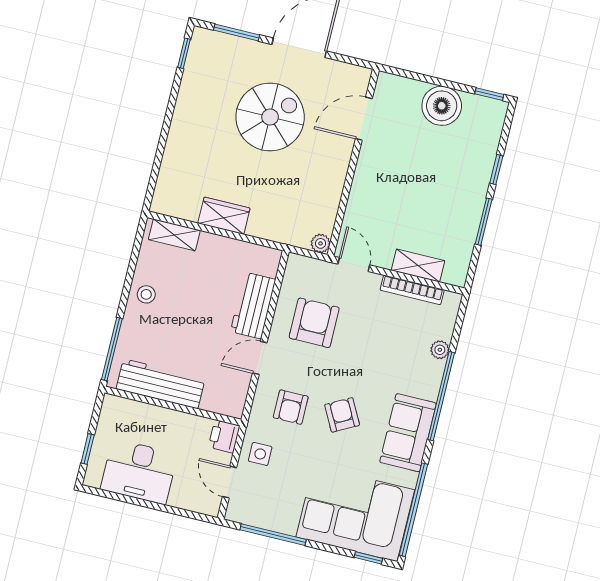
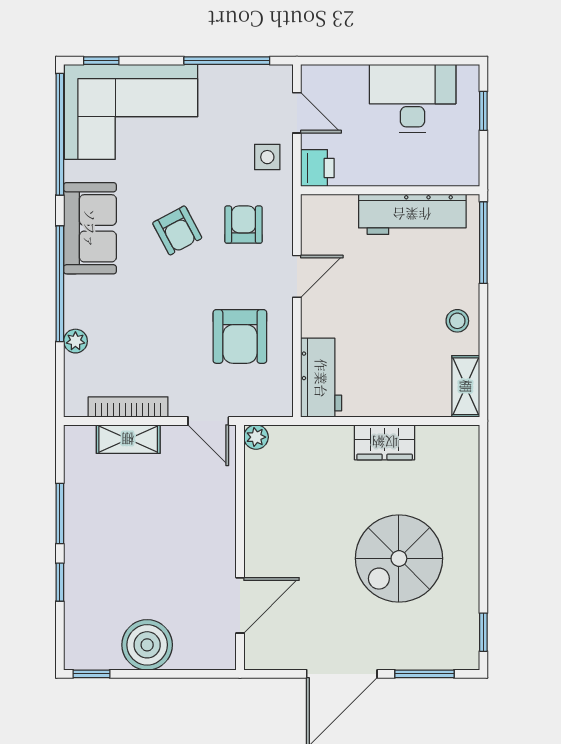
spiral stairs: (270, 117) -> (399, 558), moved
shelving: (174, 235) -> (466, 386), moved, turned 90
workbench: (253, 305) -> (321, 378), moved

